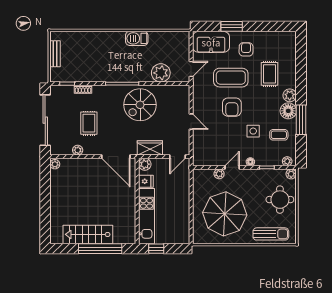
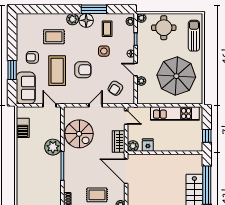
barbecue: (137, 38) -> (23, 128), moved
plant: (161, 73) -> (53, 147), moved
spiral stairs: (140, 105) -> (79, 134), moved
armchair: (211, 144) -> (115, 88), added
door: (116, 157) -> (126, 171), swing flipped
kitchen unit: (146, 216) -> (175, 114), moved, turned 180

